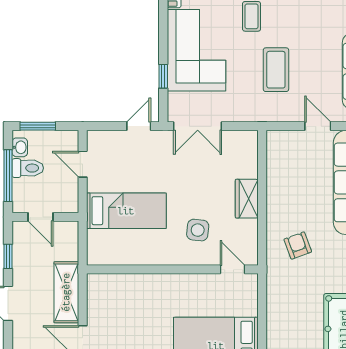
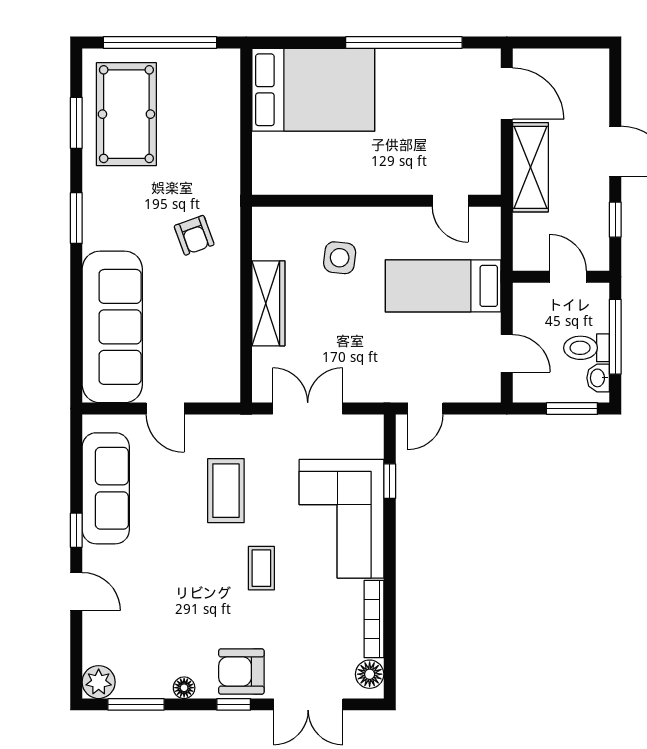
double door: (198, 126) -> (308, 409), moved
wardrobe: (247, 199) -> (268, 303), width x1.50
door: (233, 269) -> (450, 201), moved

